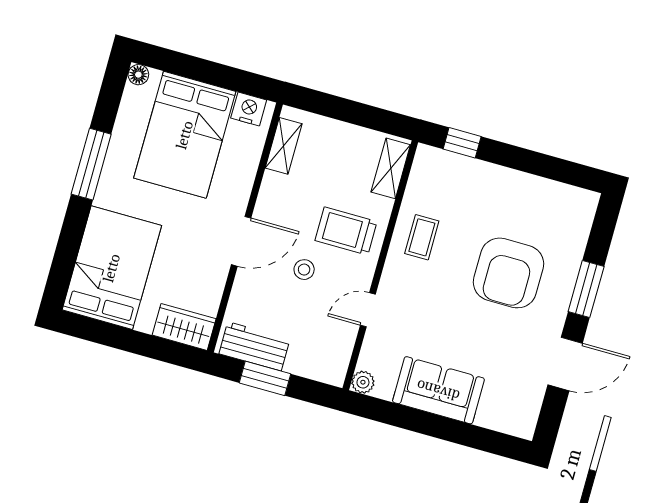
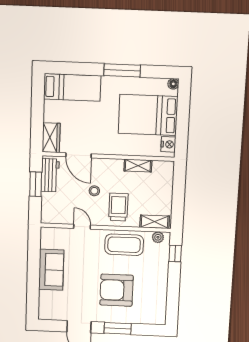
shelving: (284, 146) -> (138, 166), moved
coffee table: (422, 237) -> (124, 245), width x1.86, depth x1.72
door: (241, 241) -> (79, 155), moved
bed: (112, 268) -> (72, 87), width x0.67
plant: (363, 382) -> (158, 237), moved

